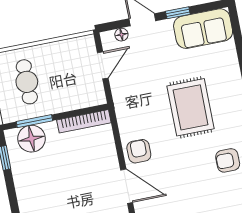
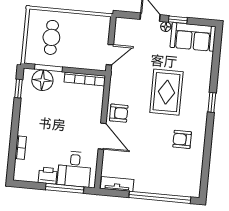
floor lamp: (121, 35) -> (166, 27), moved
door: (103, 65) -> (110, 55), moved
armchair: (139, 151) -> (119, 113), turned 90

